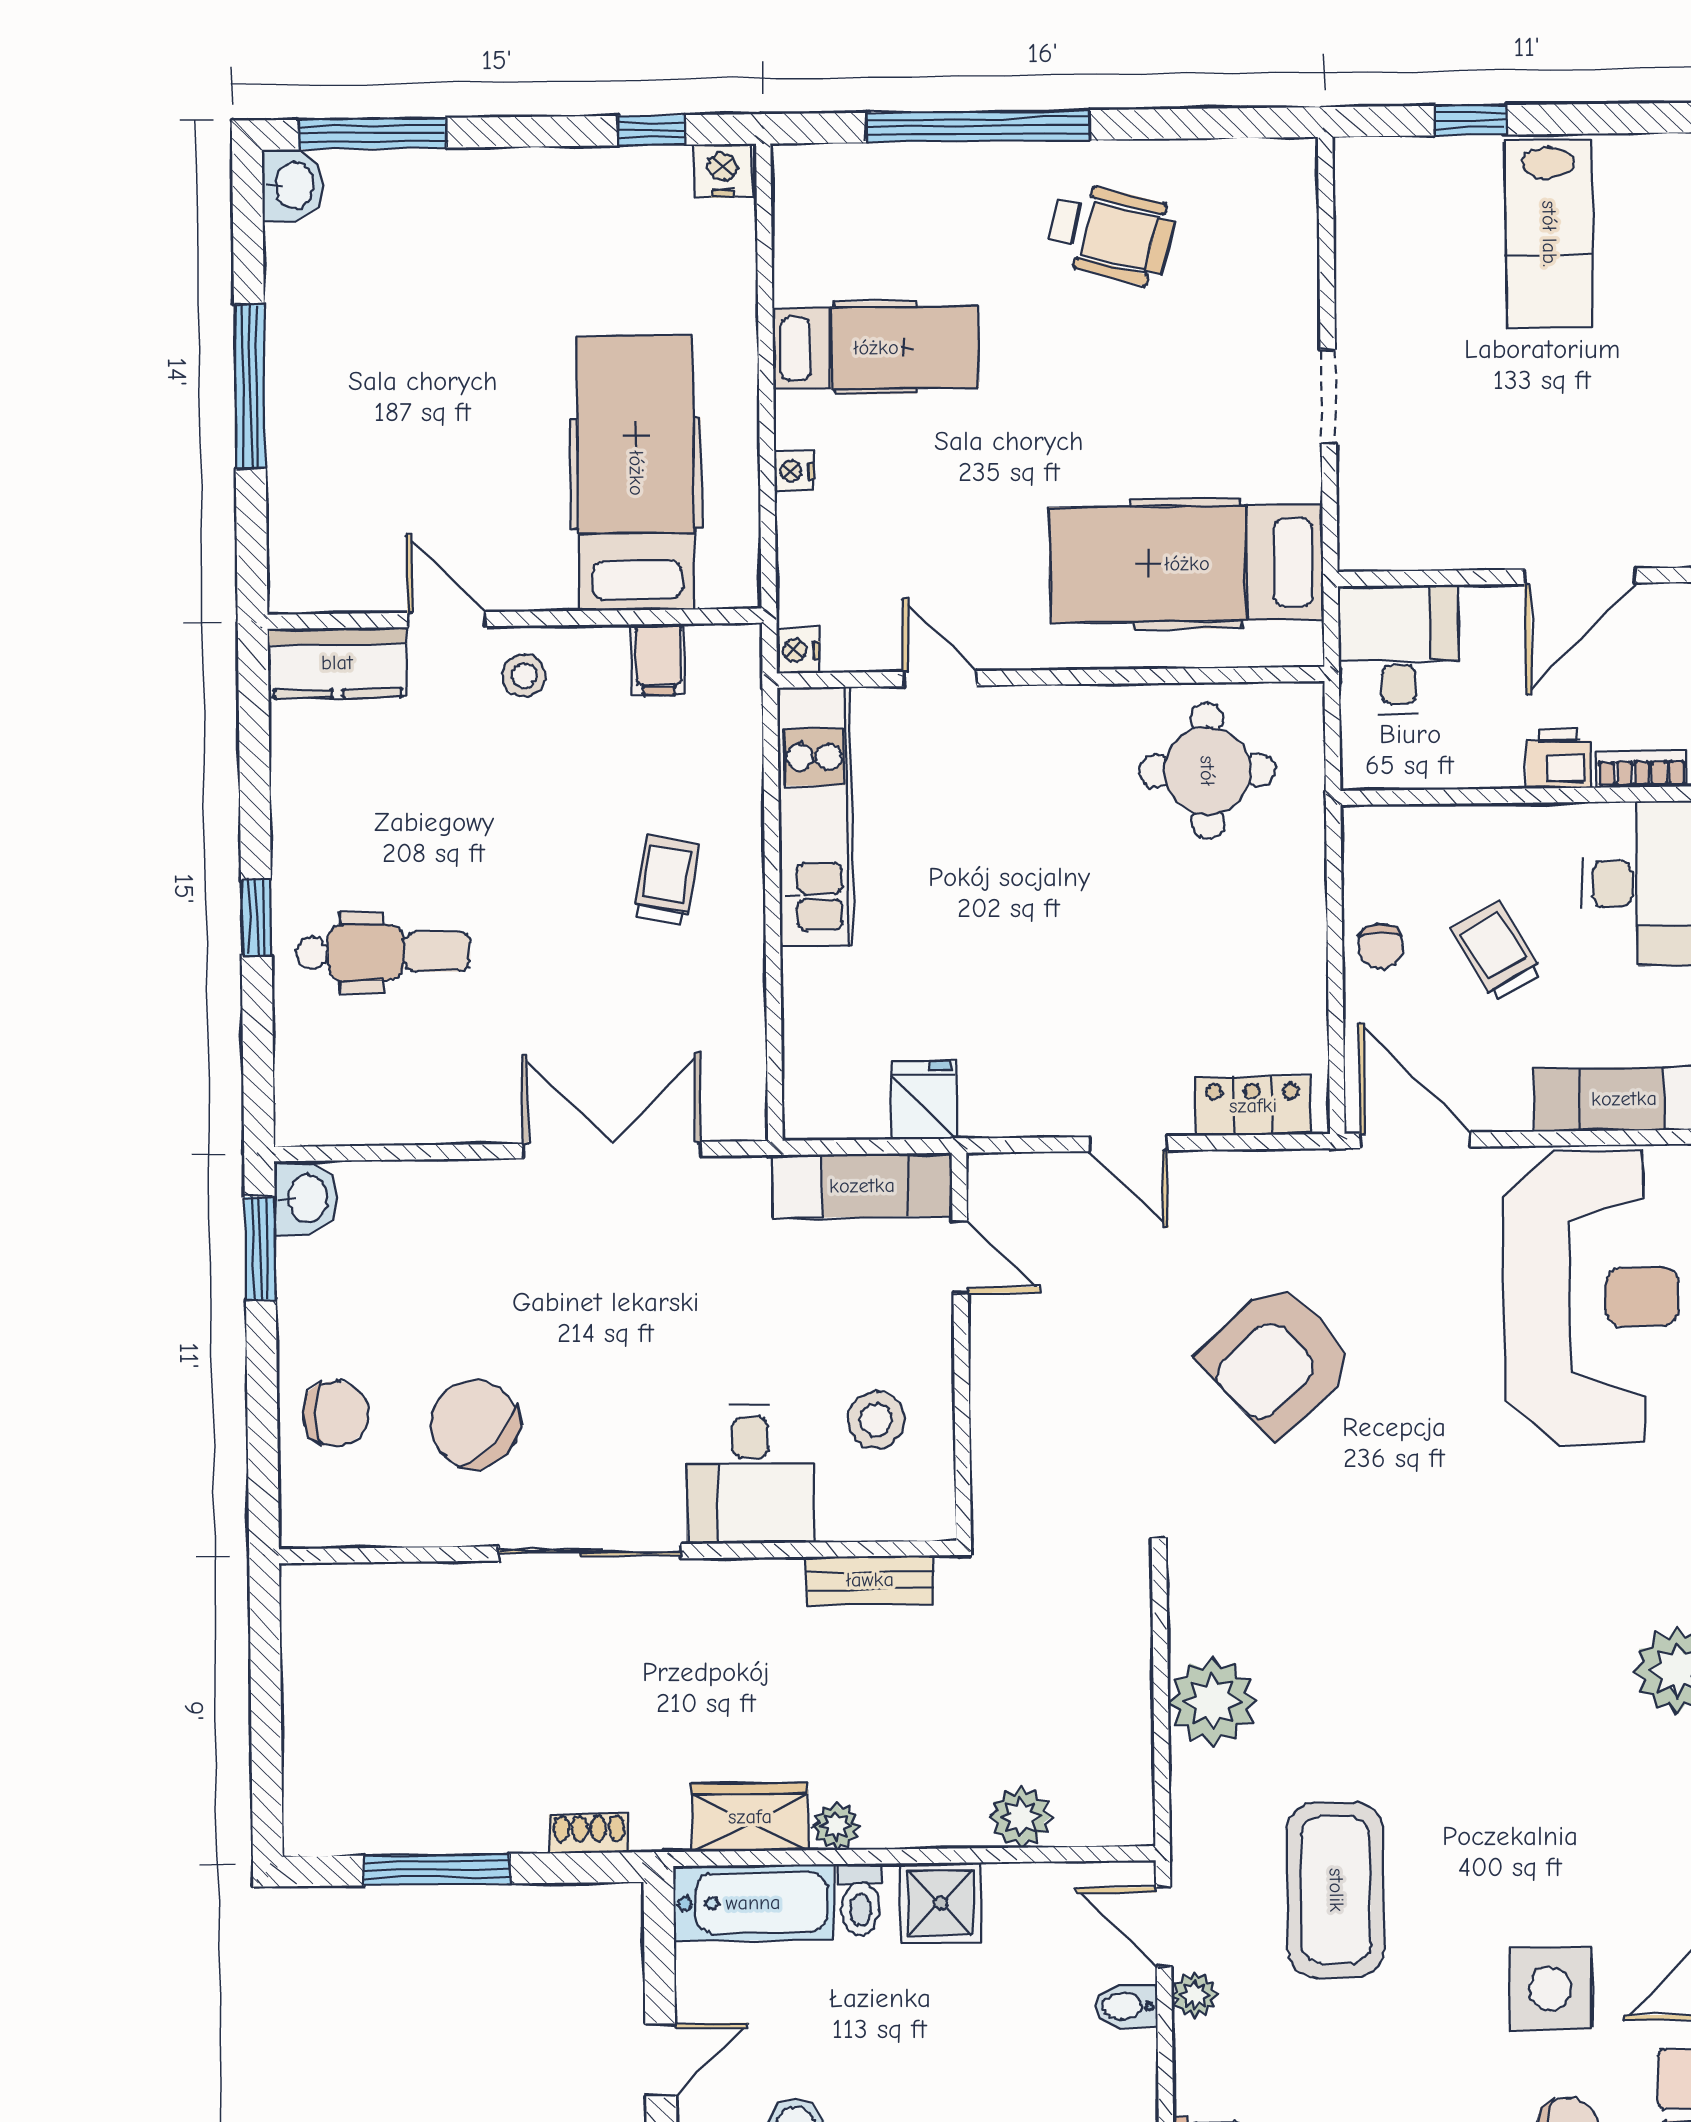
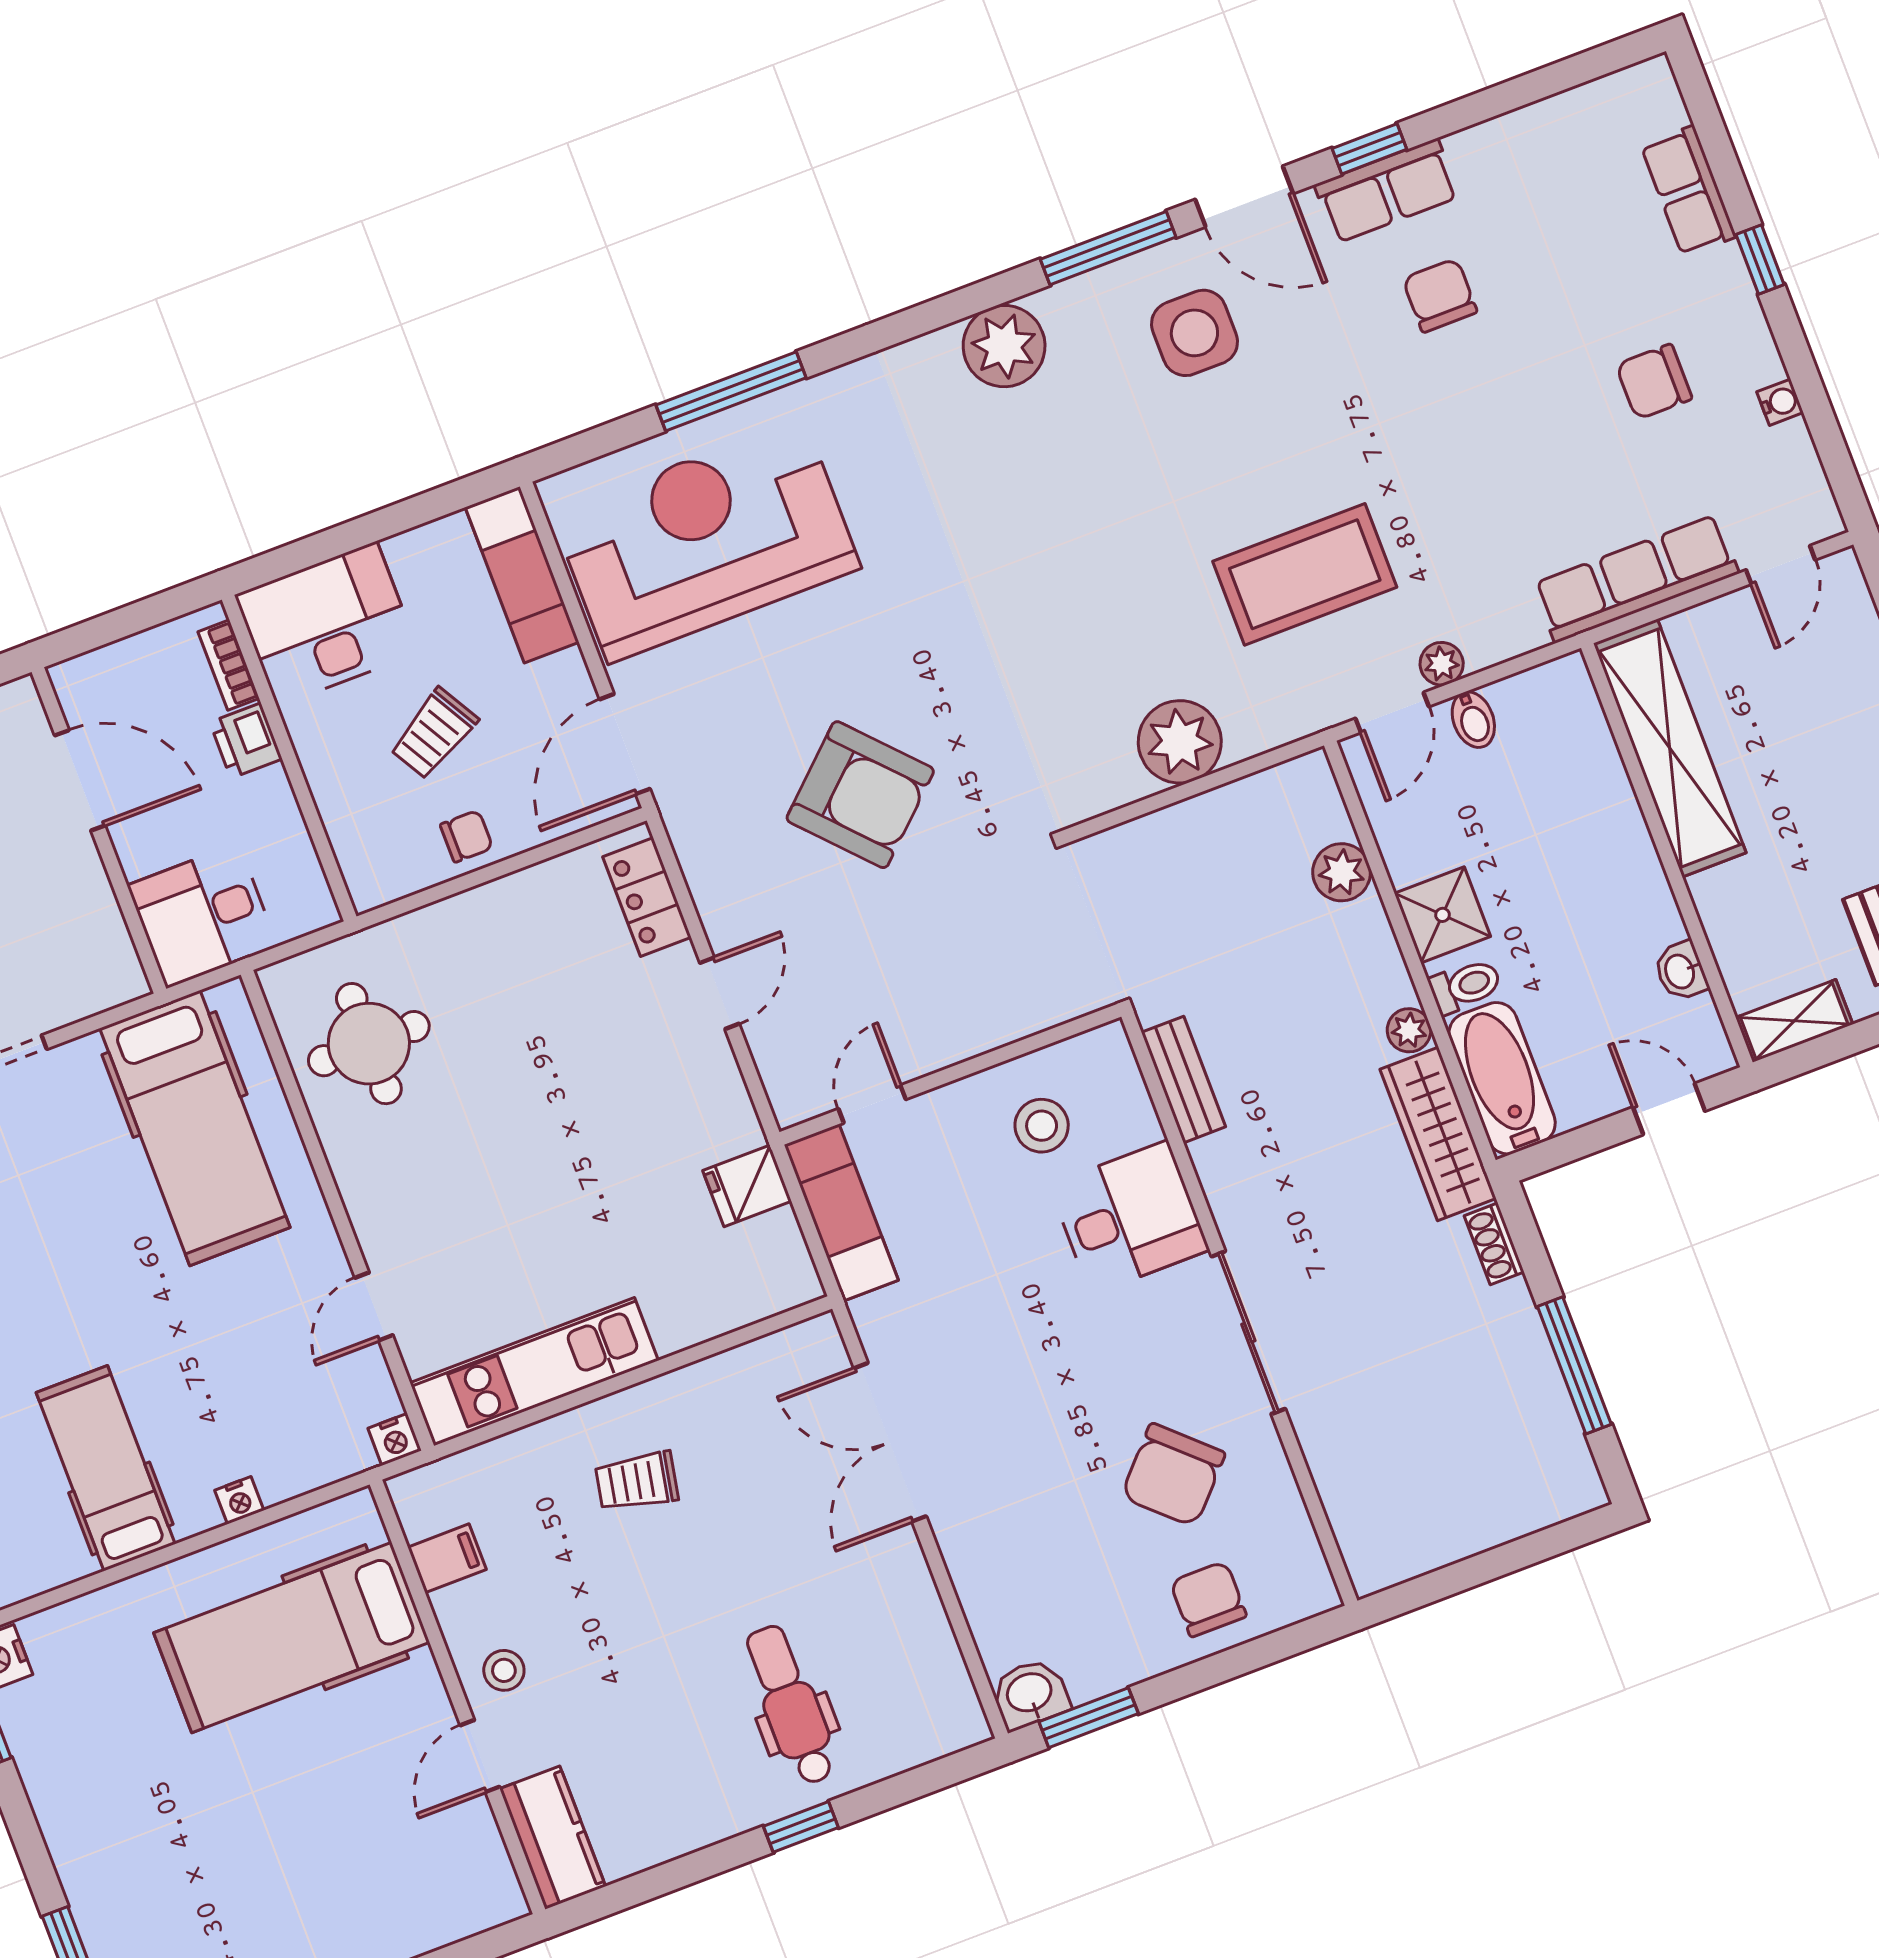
wardrobe: (750, 1817) -> (1438, 1134), width x1.50
side table: (1550, 1989) -> (1194, 333), moved

